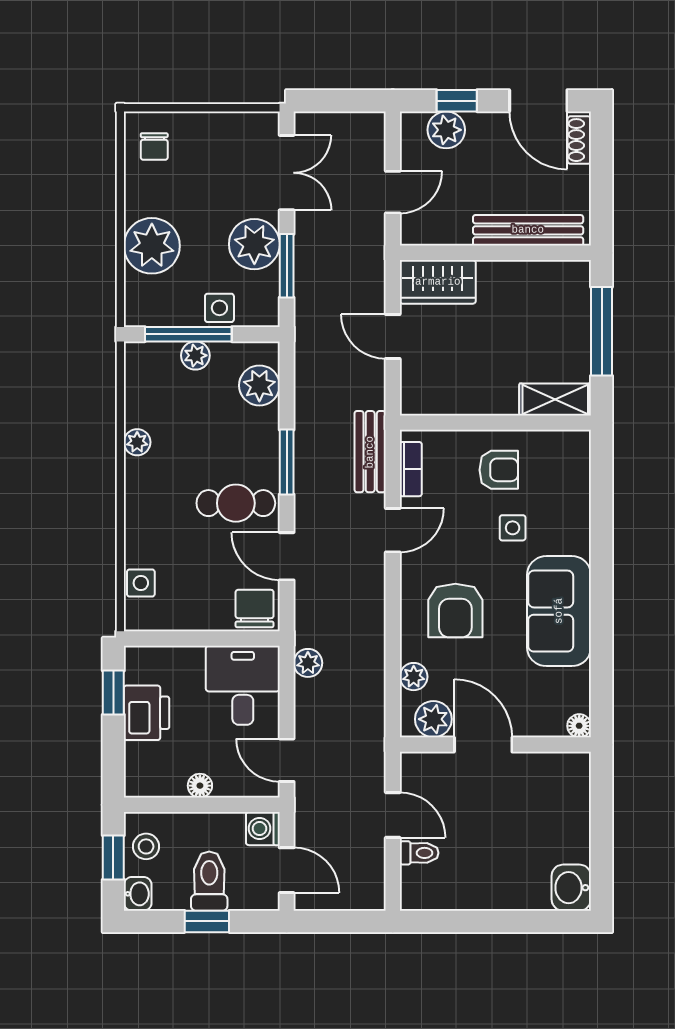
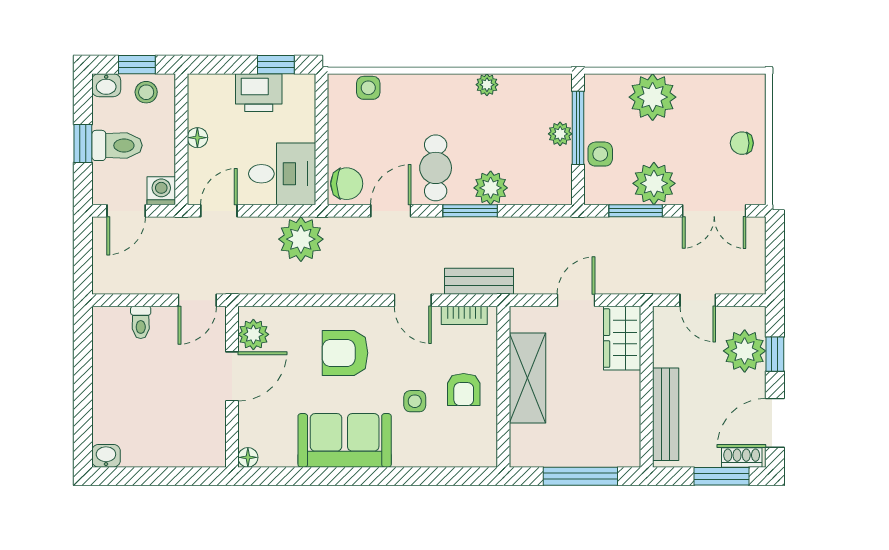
plant: (446, 130) -> (745, 351), width x1.36, depth x1.36
chair: (154, 147) -> (742, 143), moved
window: (602, 164) -> (722, 476), added
plant: (259, 385) -> (491, 188), moved
shelving: (555, 399) -> (527, 378), moved, width x1.50, depth x1.33
plant: (308, 663) -> (301, 239), width x1.87, depth x1.87
plant: (414, 677) -> (289, 318), removed
door: (393, 815) -> (197, 300), moved
washbasin: (571, 888) -> (106, 456), width x0.72, depth x0.69

